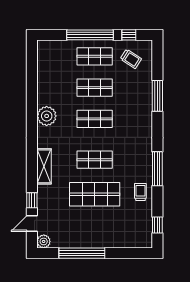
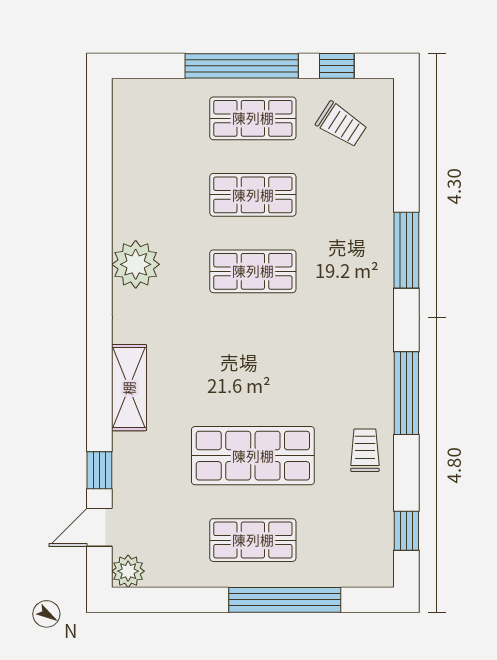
window: (157, 96) -> (406, 250), moved
shop shelf: (95, 160) -> (253, 540), moved
window: (82, 253) -> (285, 600), moved

